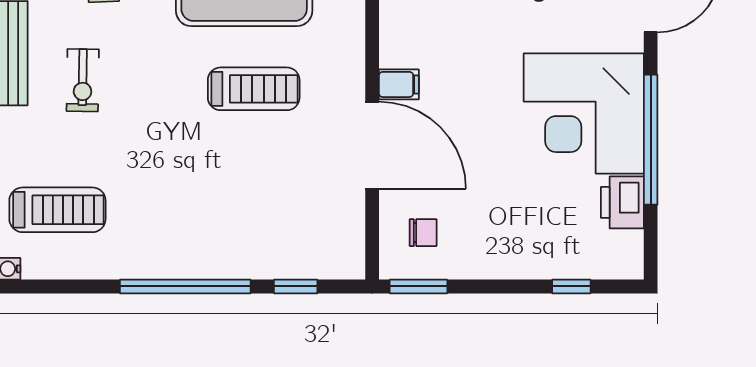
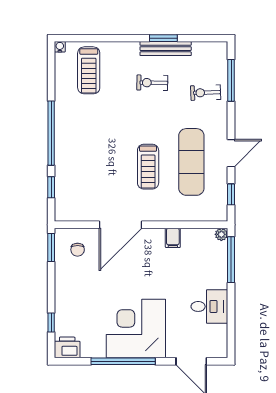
filing cabinet: (399, 84) -> (173, 238), moved
printer: (622, 202) -> (67, 347), moved

